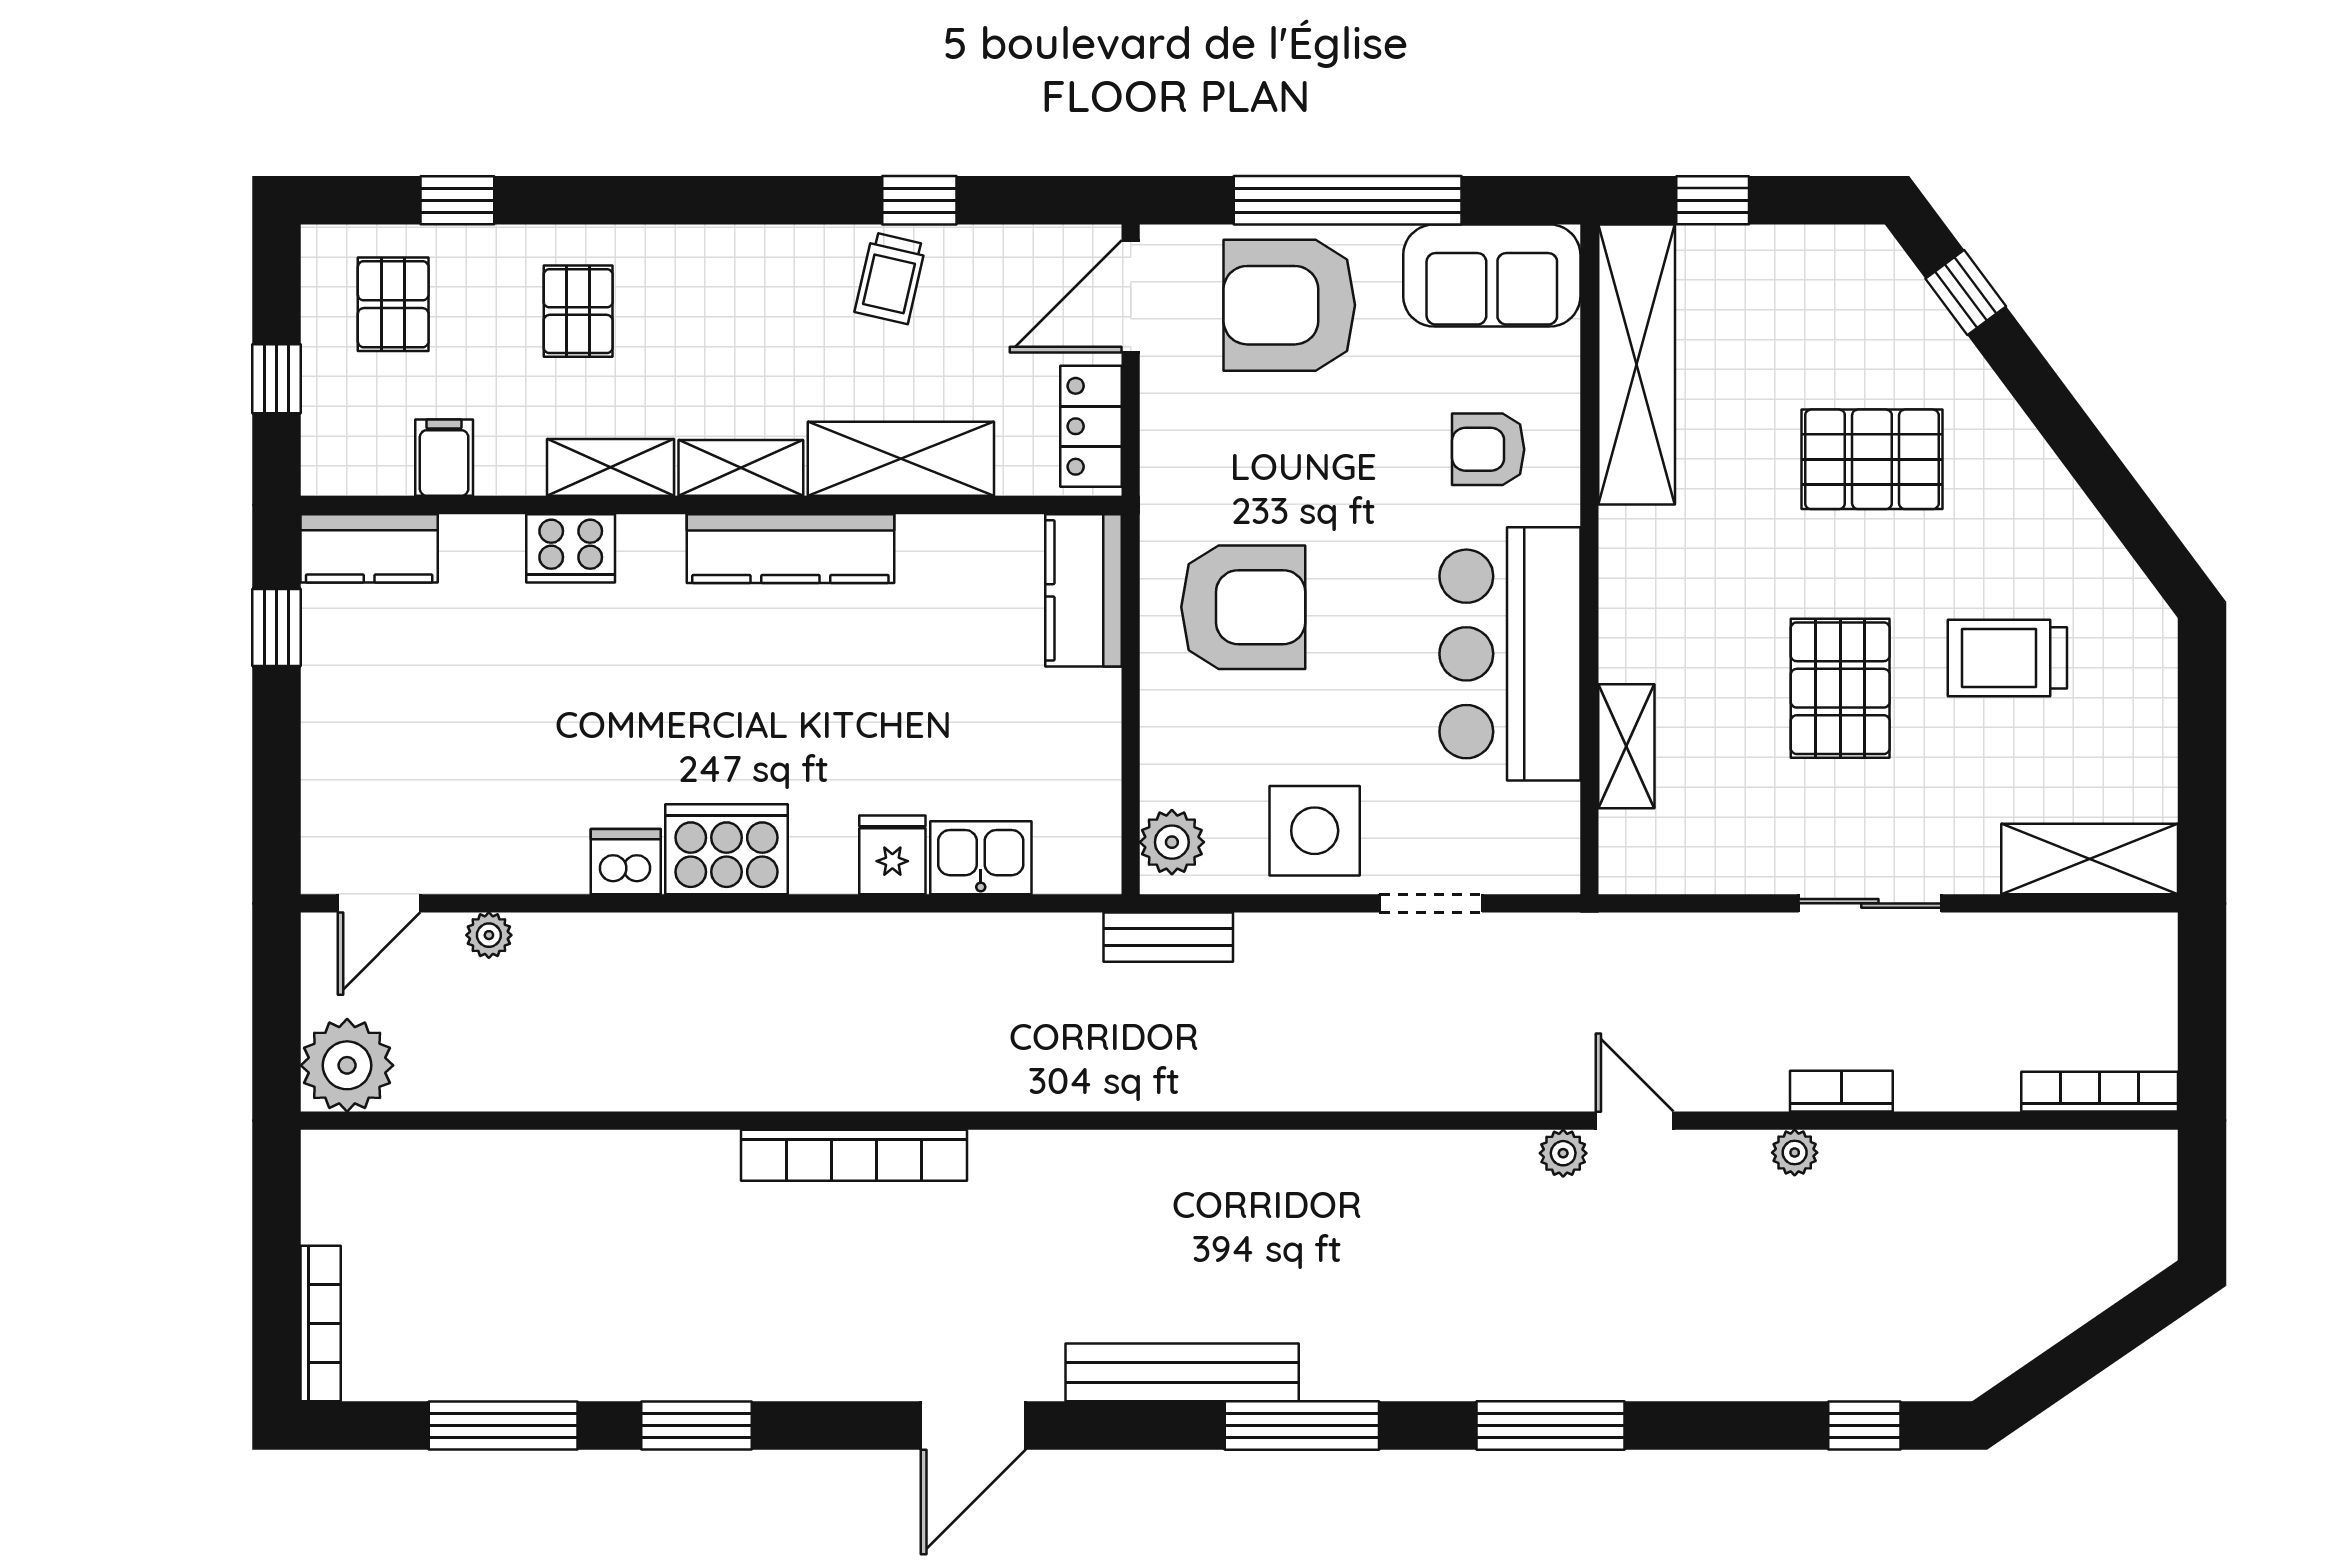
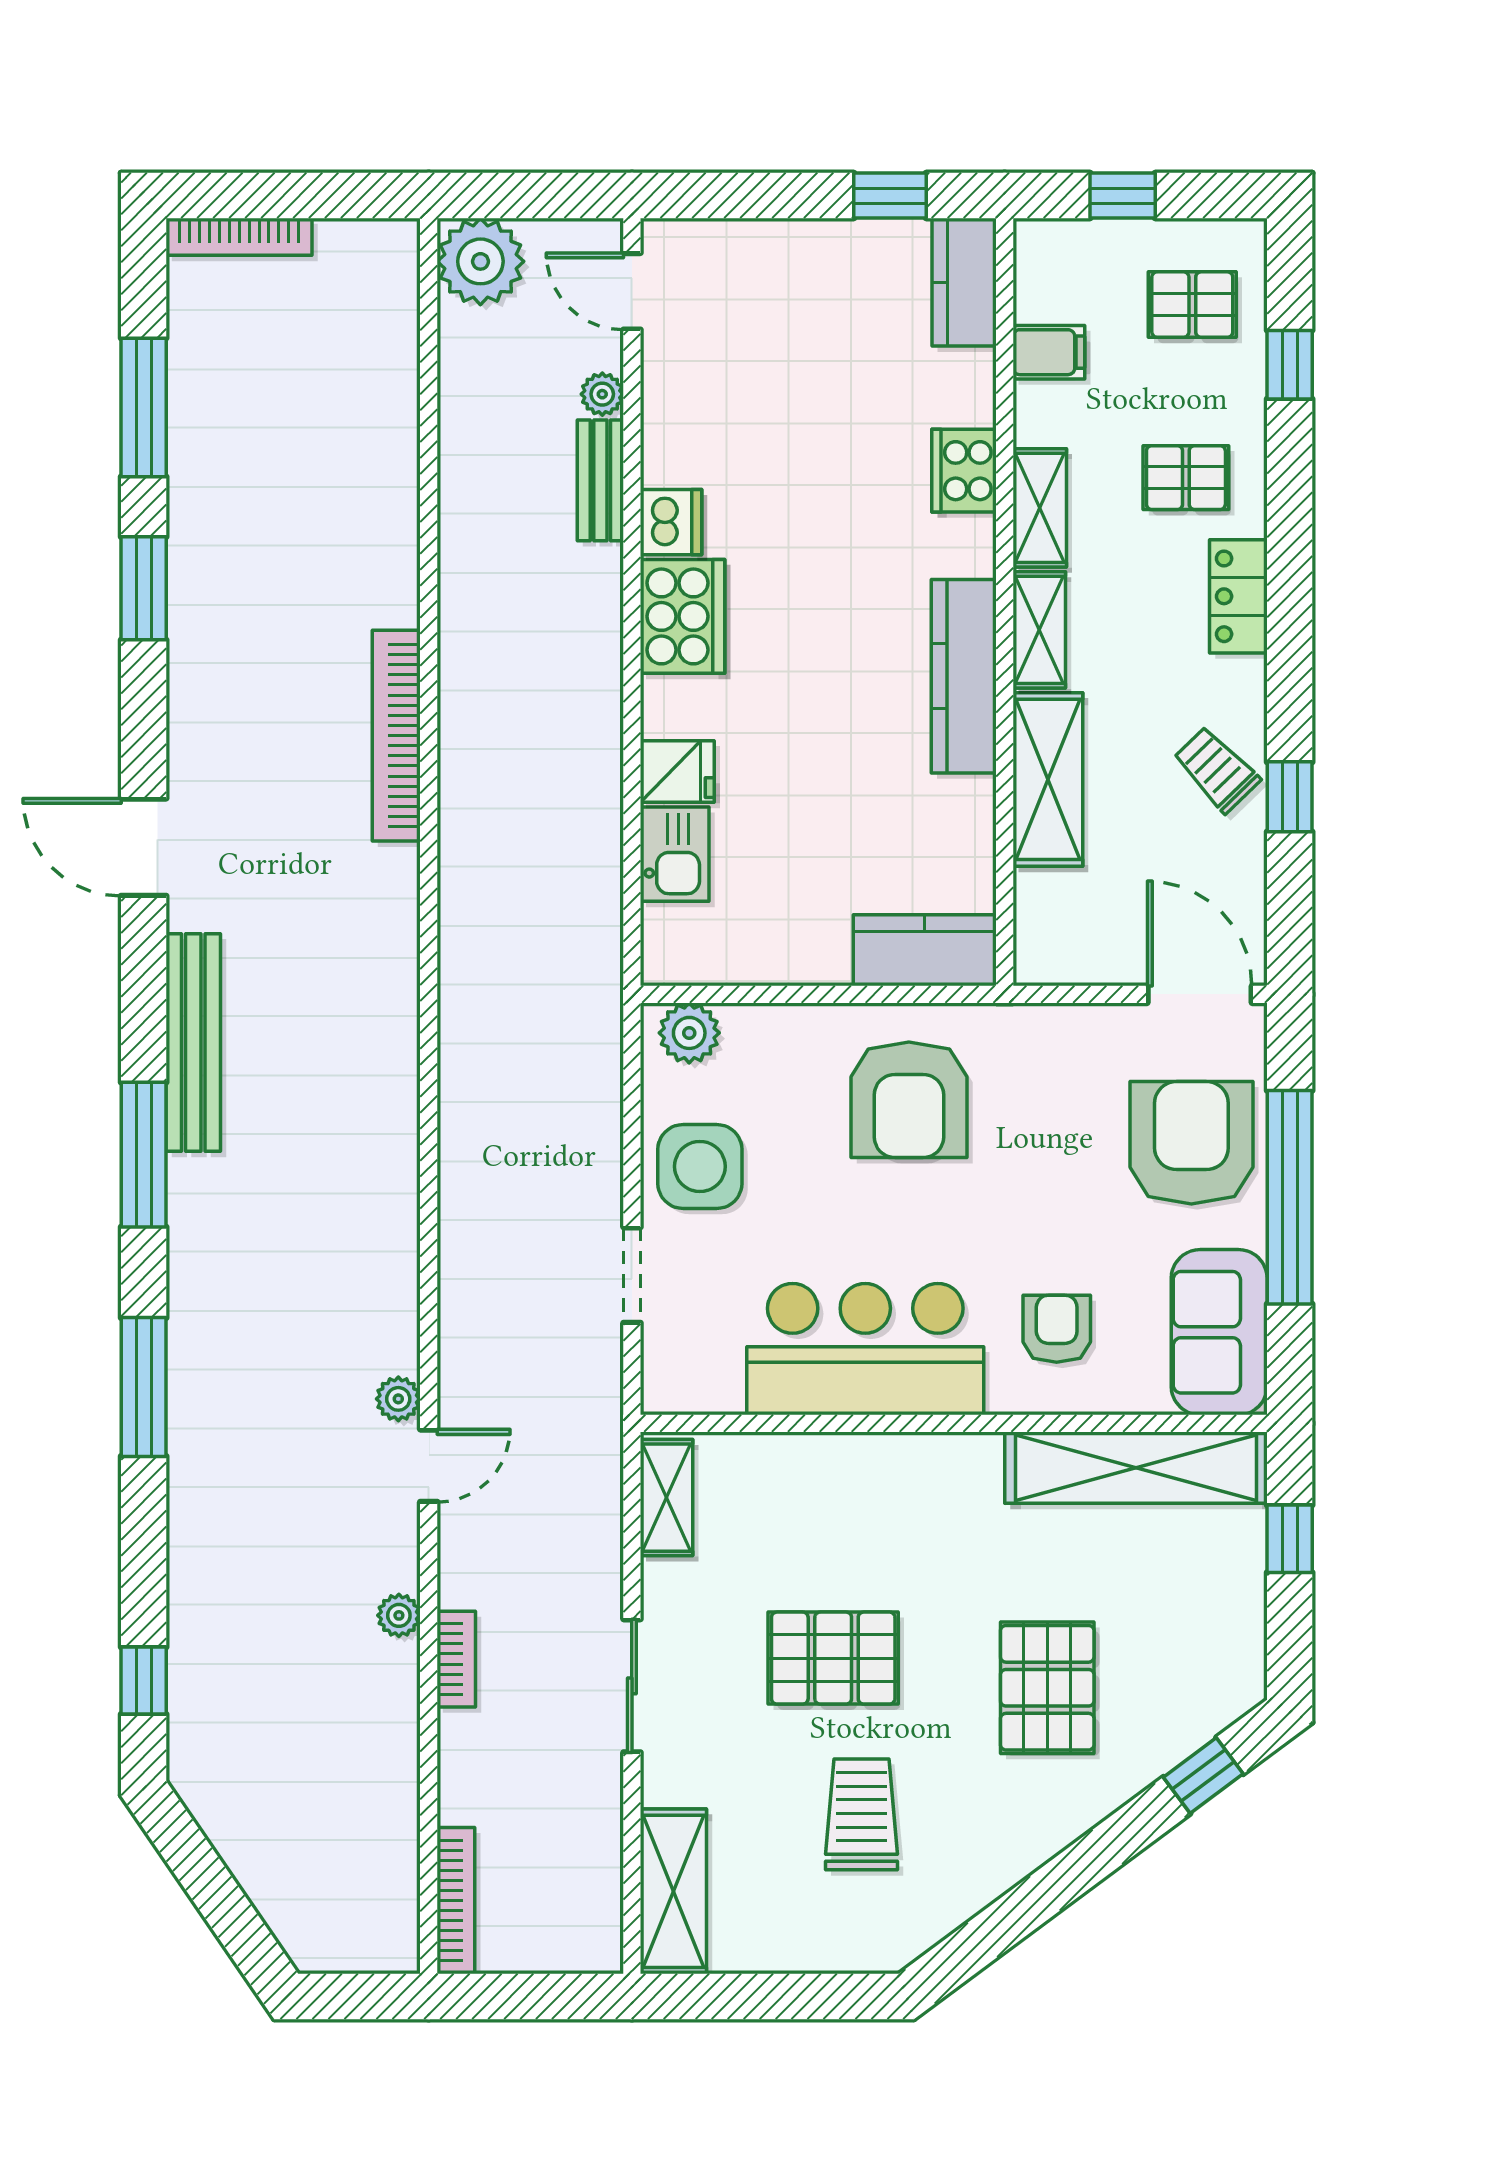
trolley: (890, 278) -> (1217, 770), turned 33
locker: (1091, 426) -> (1238, 596), moved, turned -90
shelving: (1626, 746) -> (667, 1498), moved, turned 90
bench: (1168, 937) -> (600, 480), moved

